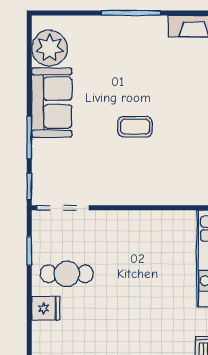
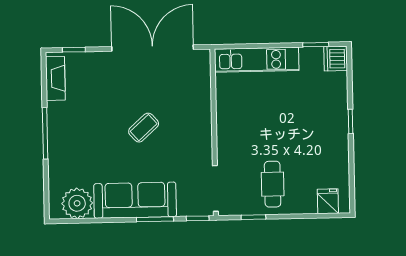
sofa: (52, 103) -> (135, 200), width x1.36
coffee table: (135, 127) -> (144, 128), turned 48
fridge: (46, 308) -> (328, 201), moved

